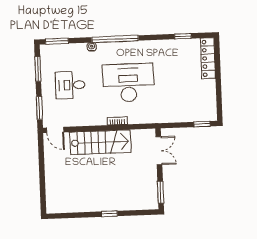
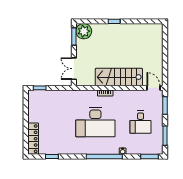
desk: (70, 85) -> (141, 122), turned 90
plant: (148, 200) -> (84, 31), added

